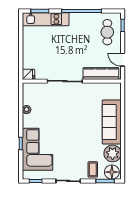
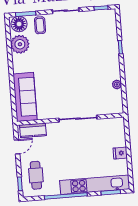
kitchen unit: (46, 19) -> (95, 185), width x1.36
door: (123, 60) -> (17, 147), hinge flipped
fridge: (28, 74) -> (120, 153), moved
kitchen counter: (101, 74) -> (33, 130), width x0.67
sofa: (112, 122) -> (25, 97), moved
corner sofa: (37, 149) -> (102, 42), removed

